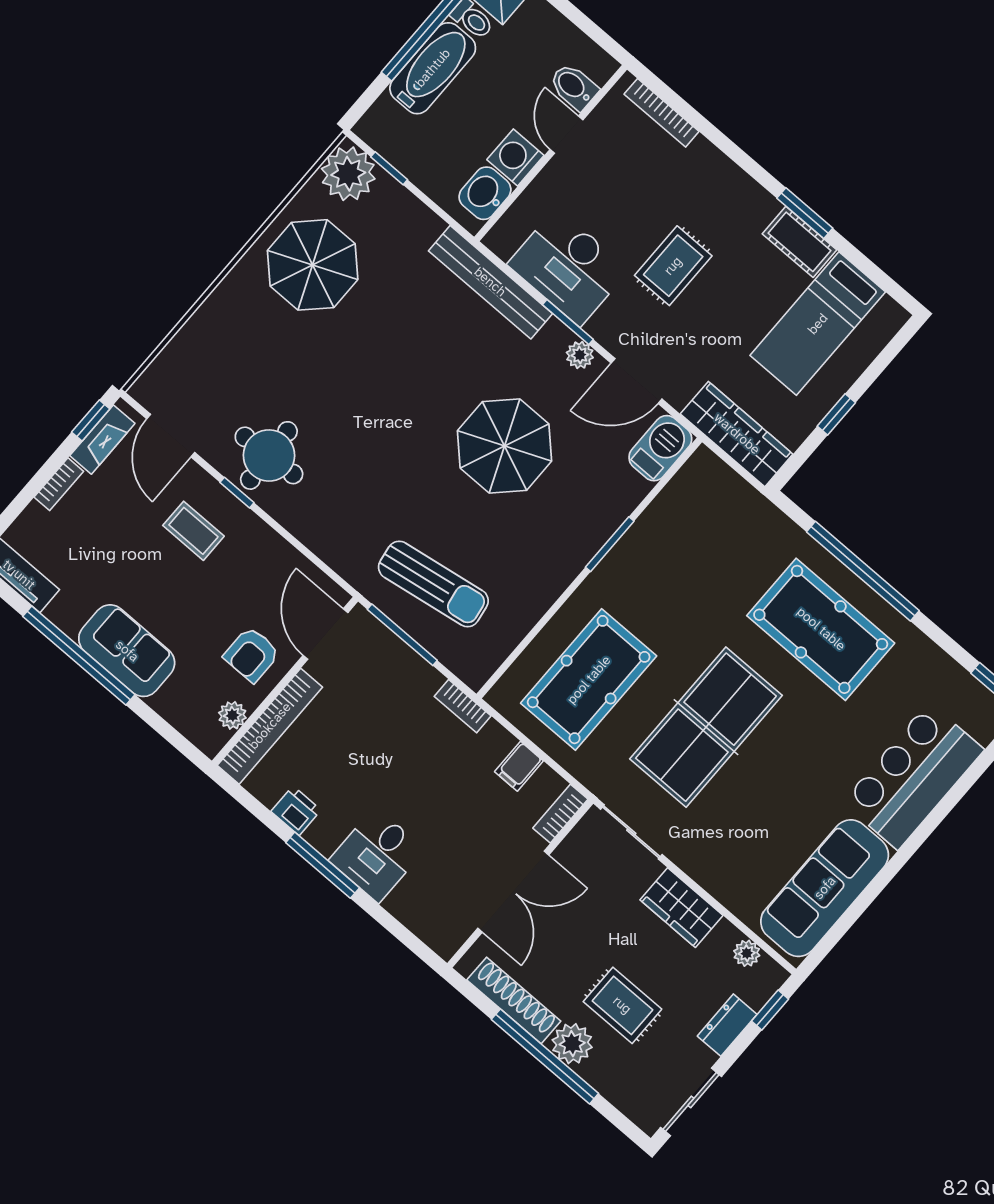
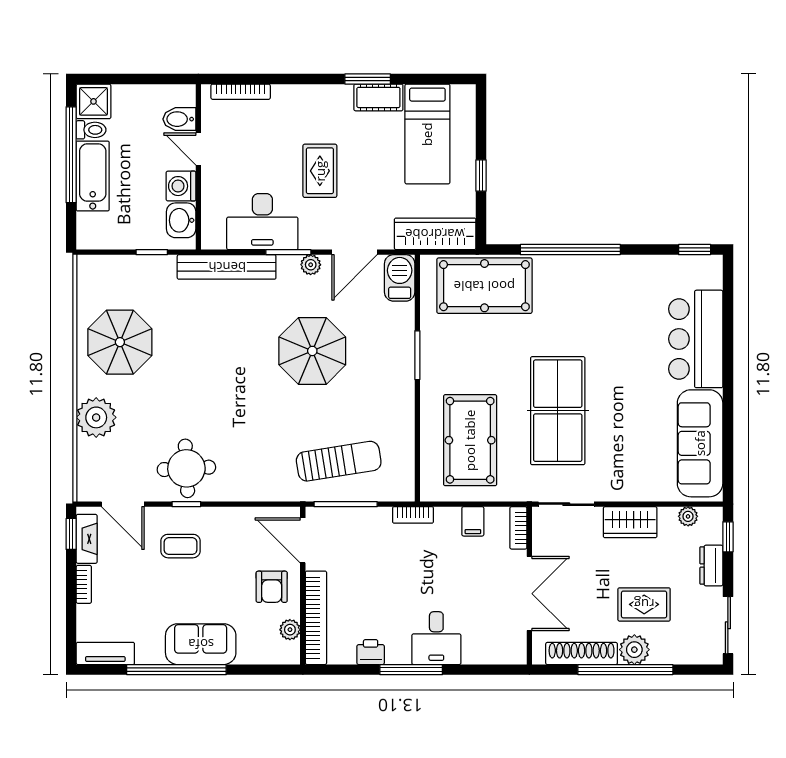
window: (389, 168) -> (152, 252), moved
plant: (348, 174) -> (96, 417), moved
pool table: (821, 629) -> (484, 286), moved

